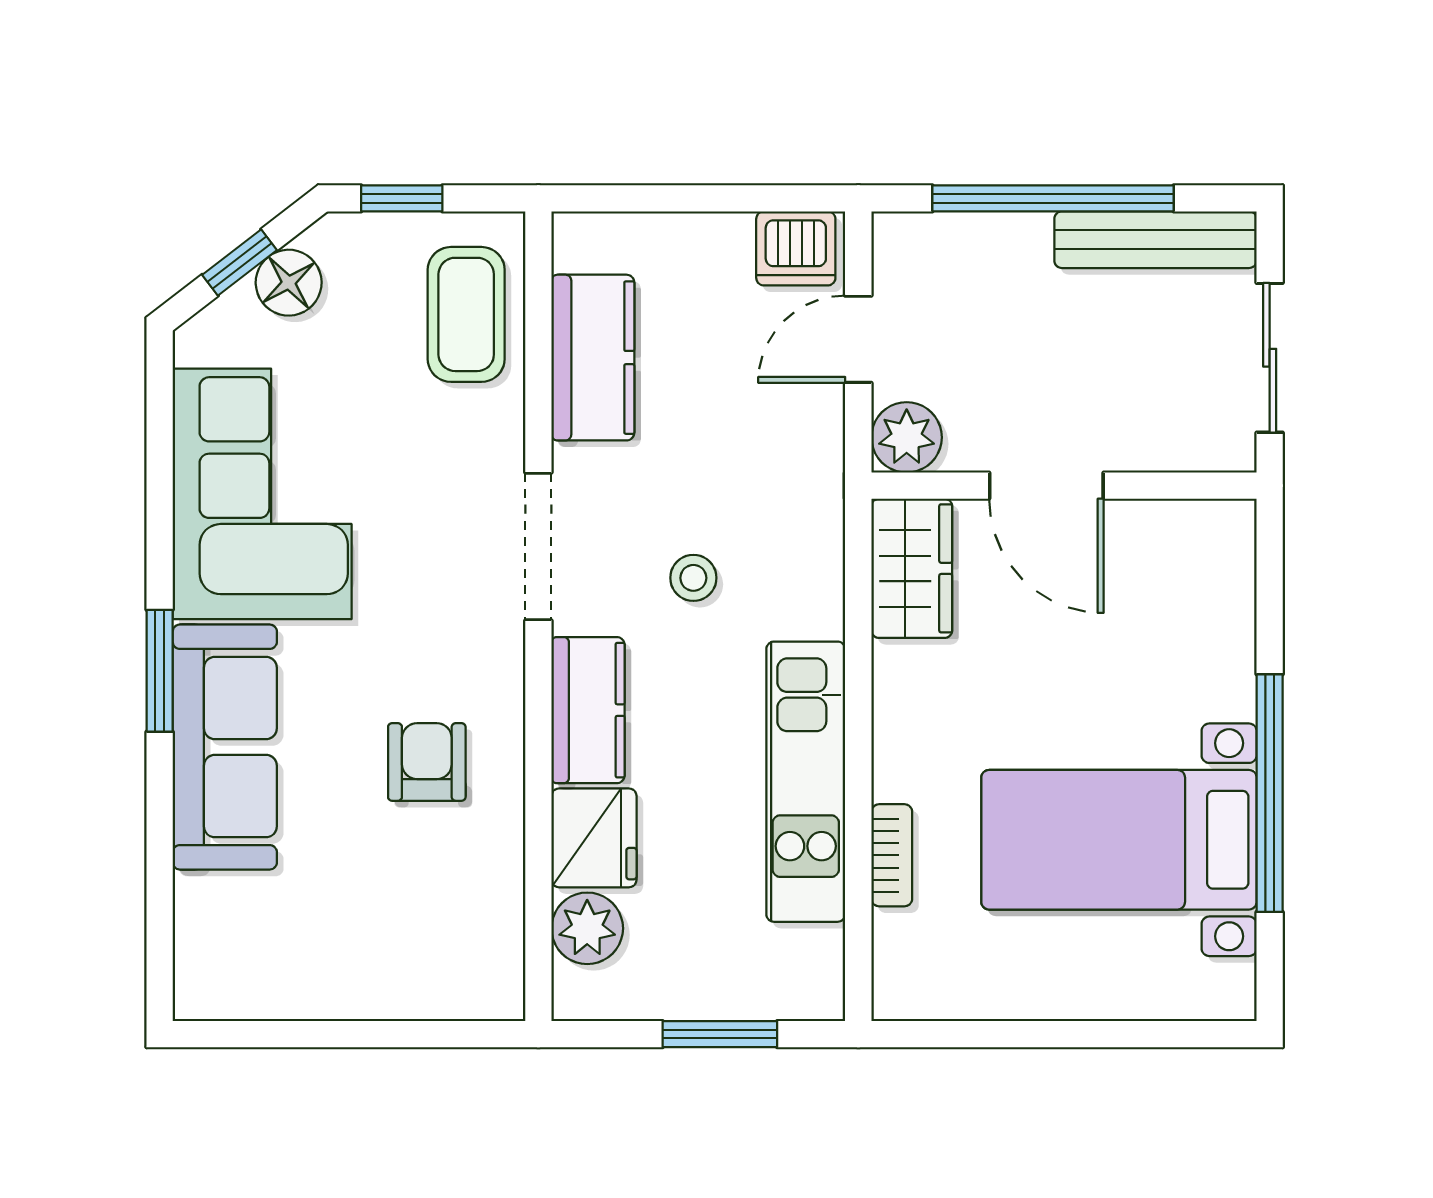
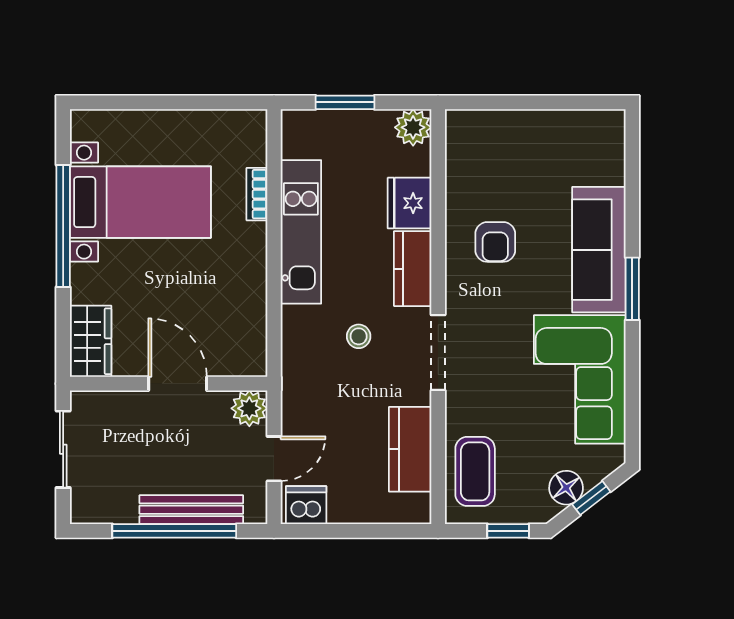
bench: (1155, 240) -> (191, 510), moved
wardrobe: (912, 568) -> (91, 341), moved, turned 180
plant: (587, 928) -> (413, 127), moved

